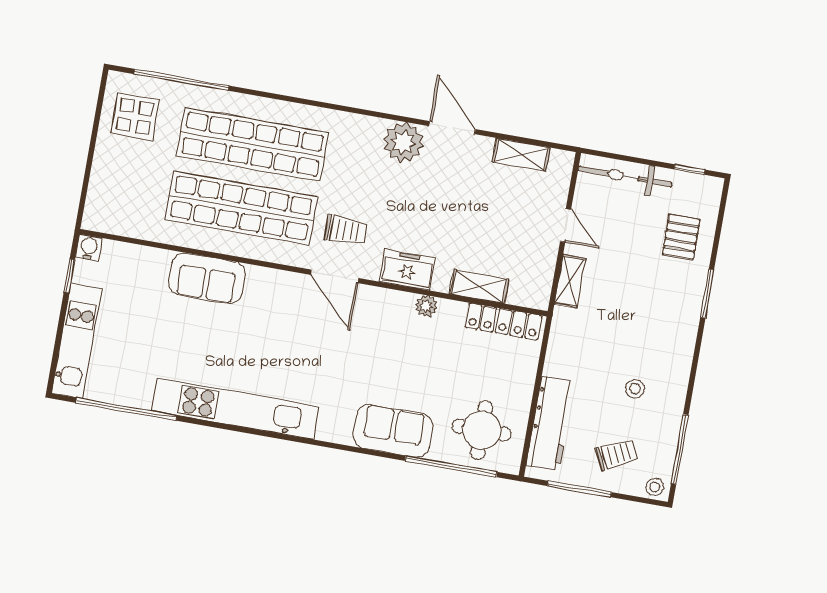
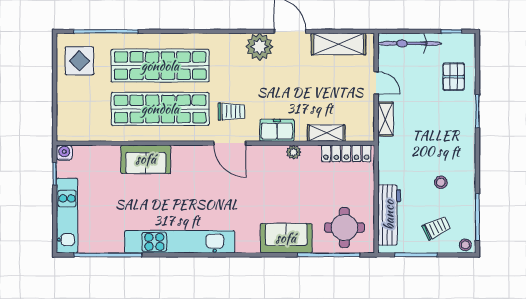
shelving: (521, 155) -> (339, 44), width x1.50, depth x1.33

